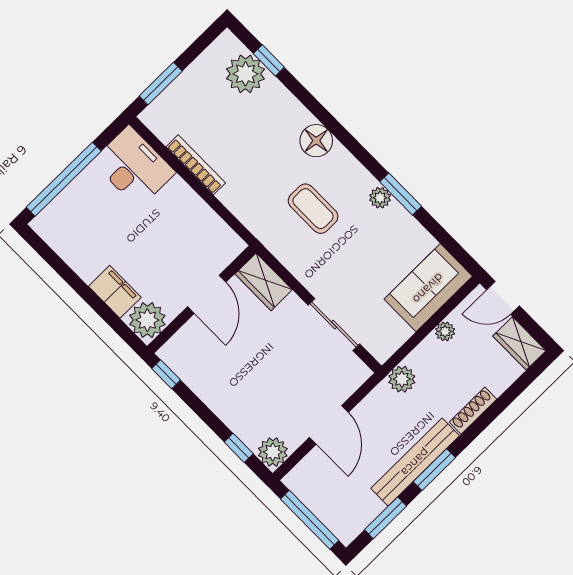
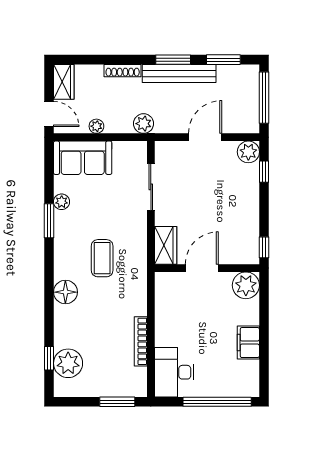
plant: (380, 198) -> (62, 202), moved
filing cabinet: (115, 292) -> (248, 343), moved

